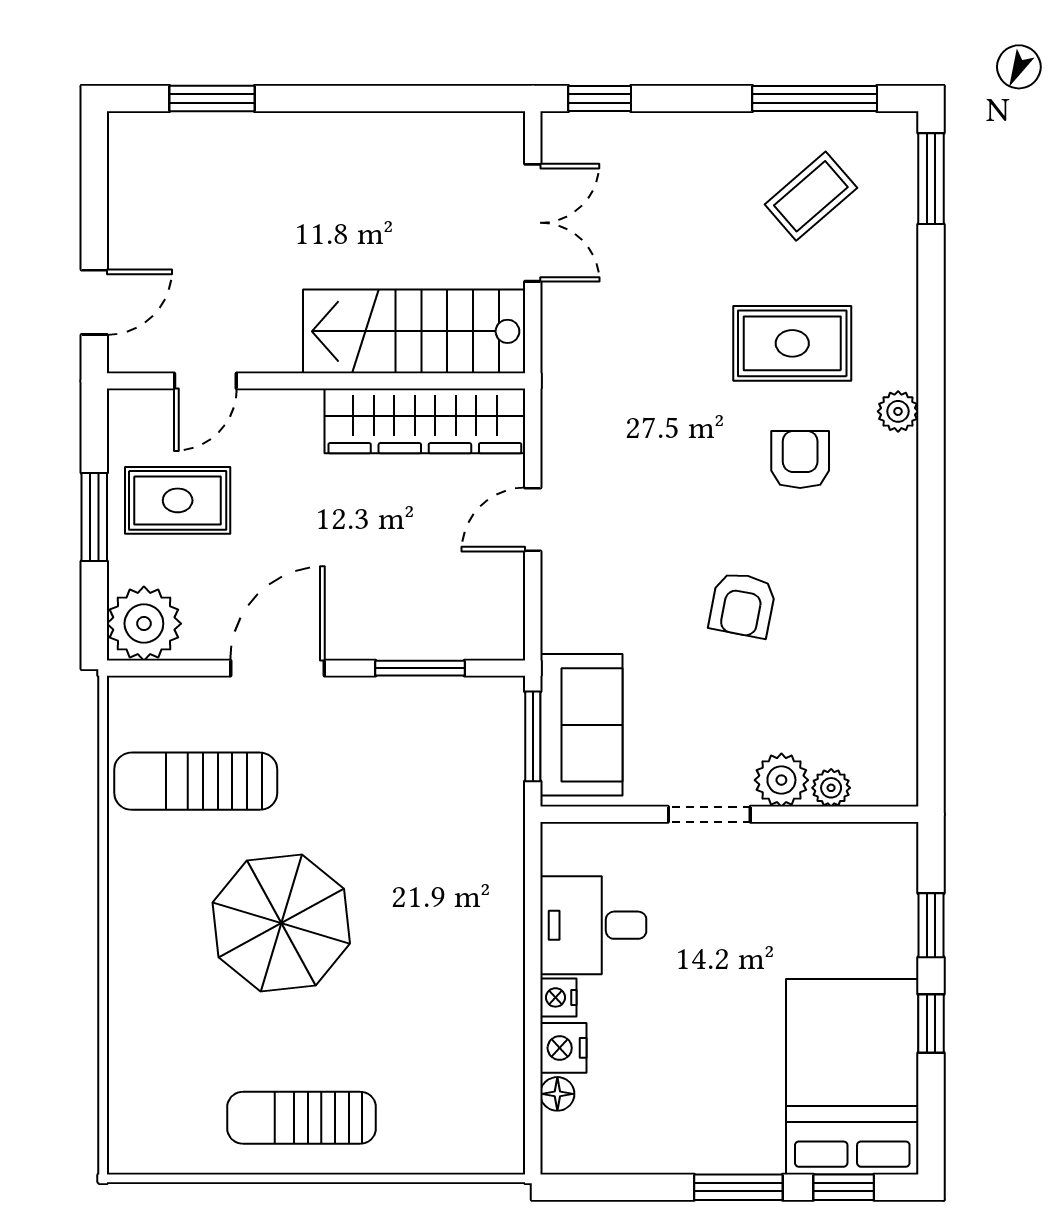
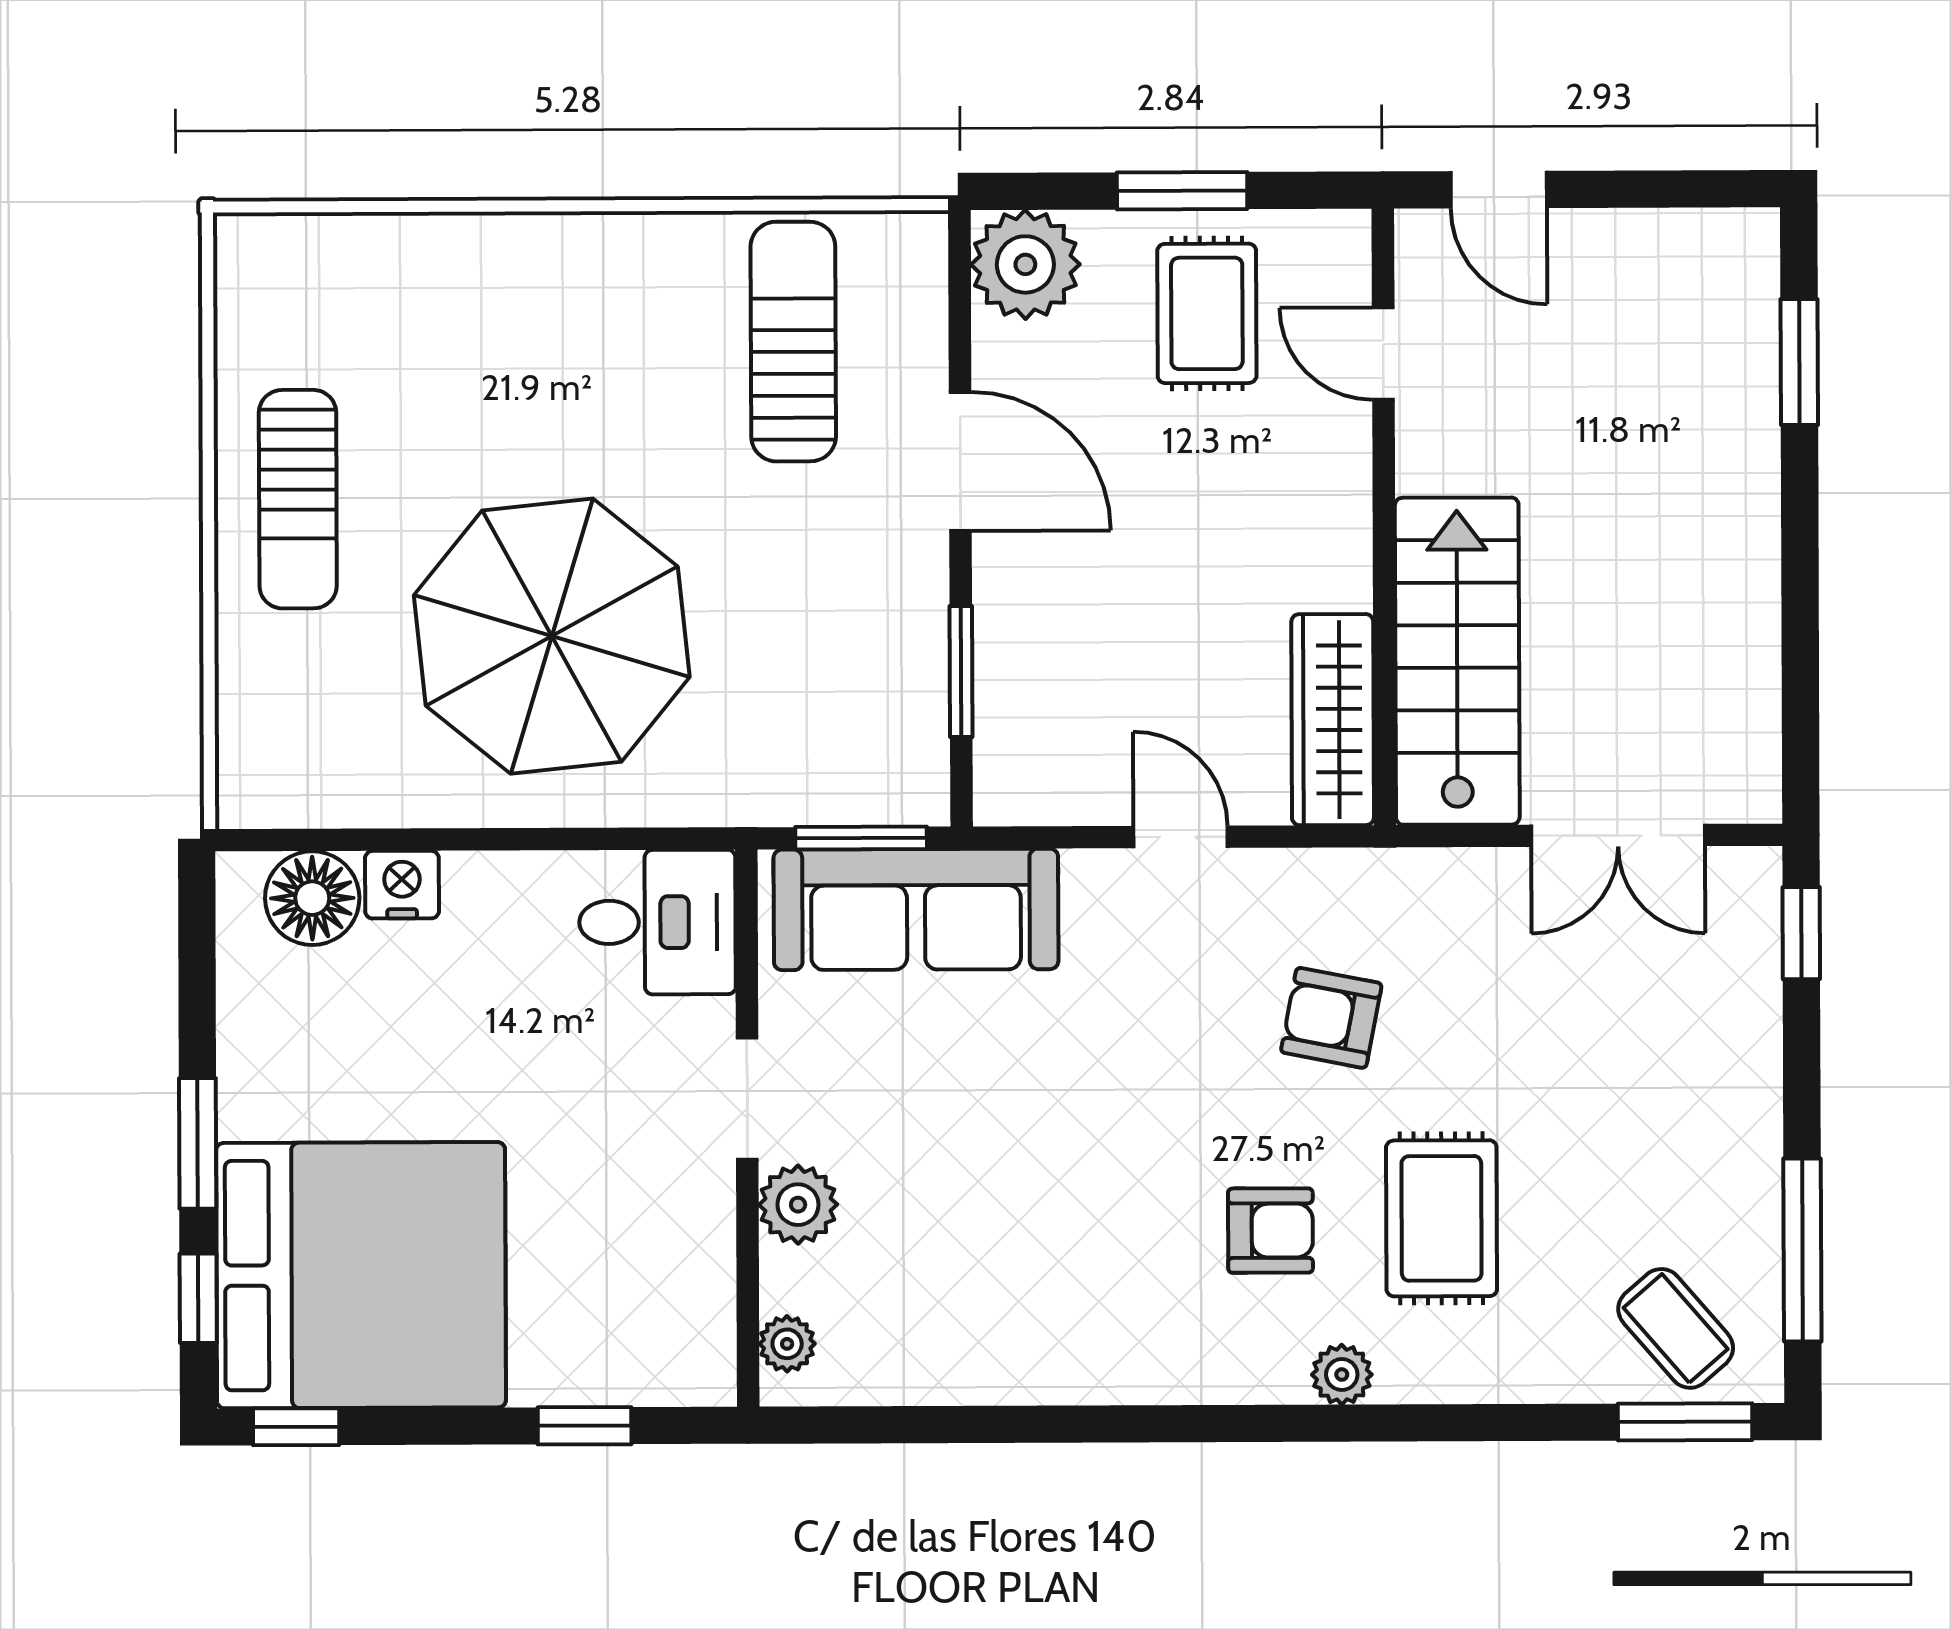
coffee table: (811, 196) -> (1676, 1328), moved
wardrobe: (425, 421) -> (1333, 720), width x0.71, depth x0.85
armchair: (742, 605) -> (1331, 1018), moved
sofa: (581, 725) -> (916, 909), width x1.36
plant: (831, 788) -> (787, 1344), moved
parasol: (281, 923) -> (552, 636), moved, width x1.36, depth x1.36
desk: (593, 925) -> (657, 922), moved, turned 90
nightstand: (558, 997) -> (476, 877), removed
window: (931, 1024) -> (296, 1427), moved
bed: (852, 1077) -> (361, 1275), width x1.36
floor lamp: (557, 1094) -> (312, 898), width x1.89, depth x1.89
sun lounger: (302, 1118) -> (298, 499), turned 180

